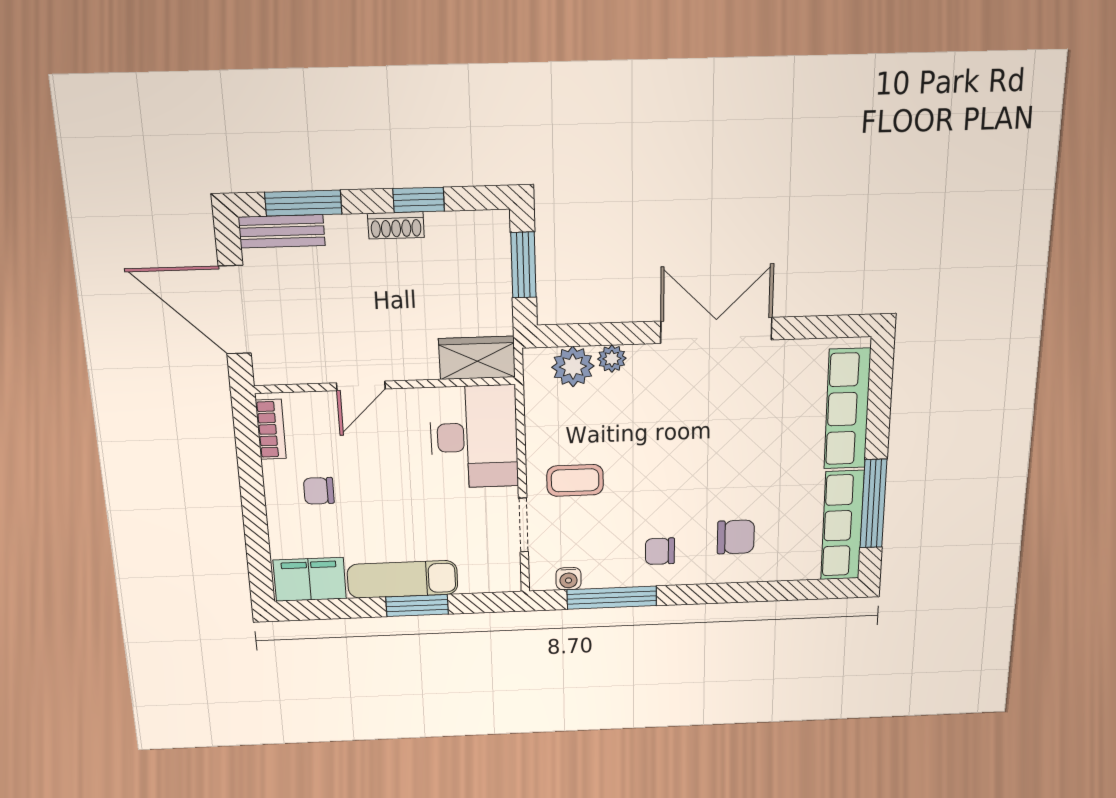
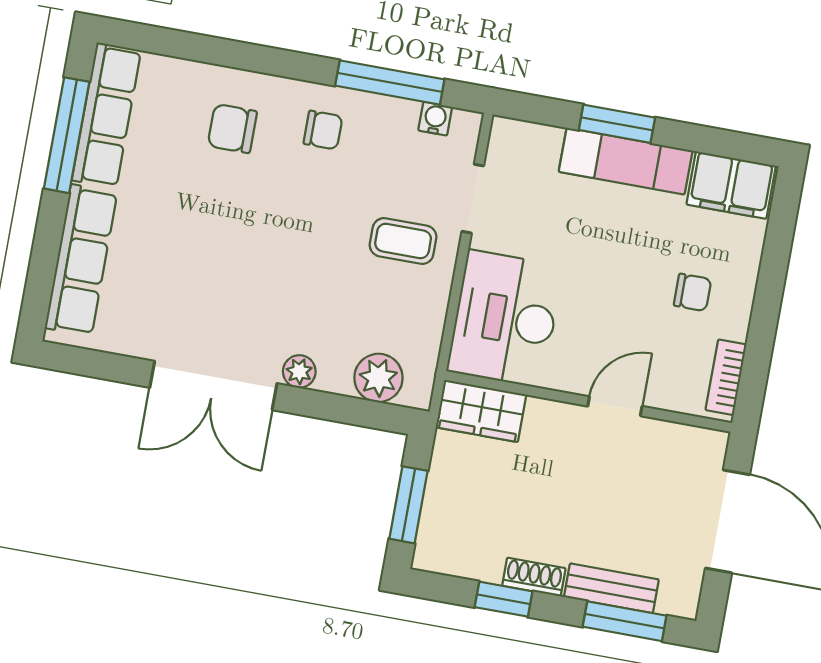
bench: (282, 231) -> (611, 588), moved
plant: (612, 359) -> (299, 371), moved

